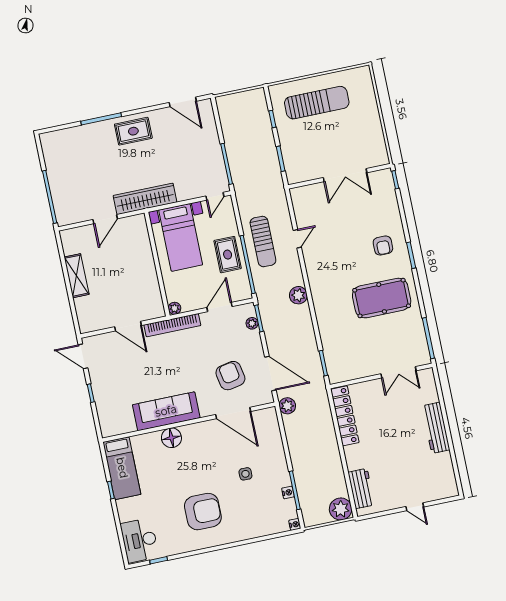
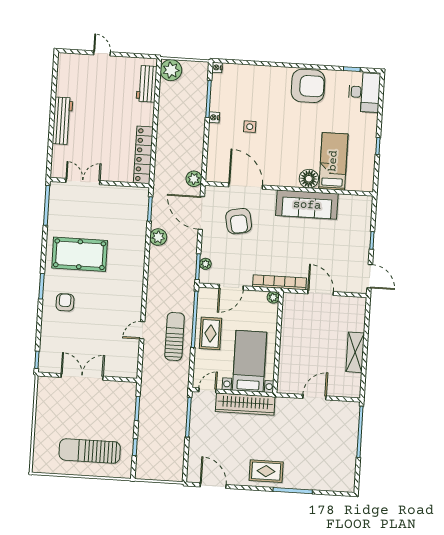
wardrobe: (145, 199) -> (245, 404), moved
plant: (298, 295) -> (158, 237), moved
bed: (122, 468) -> (333, 161), moved
nightstand: (288, 493) -> (214, 117), moved
armchair: (203, 512) -> (308, 86), moved, turned 180

